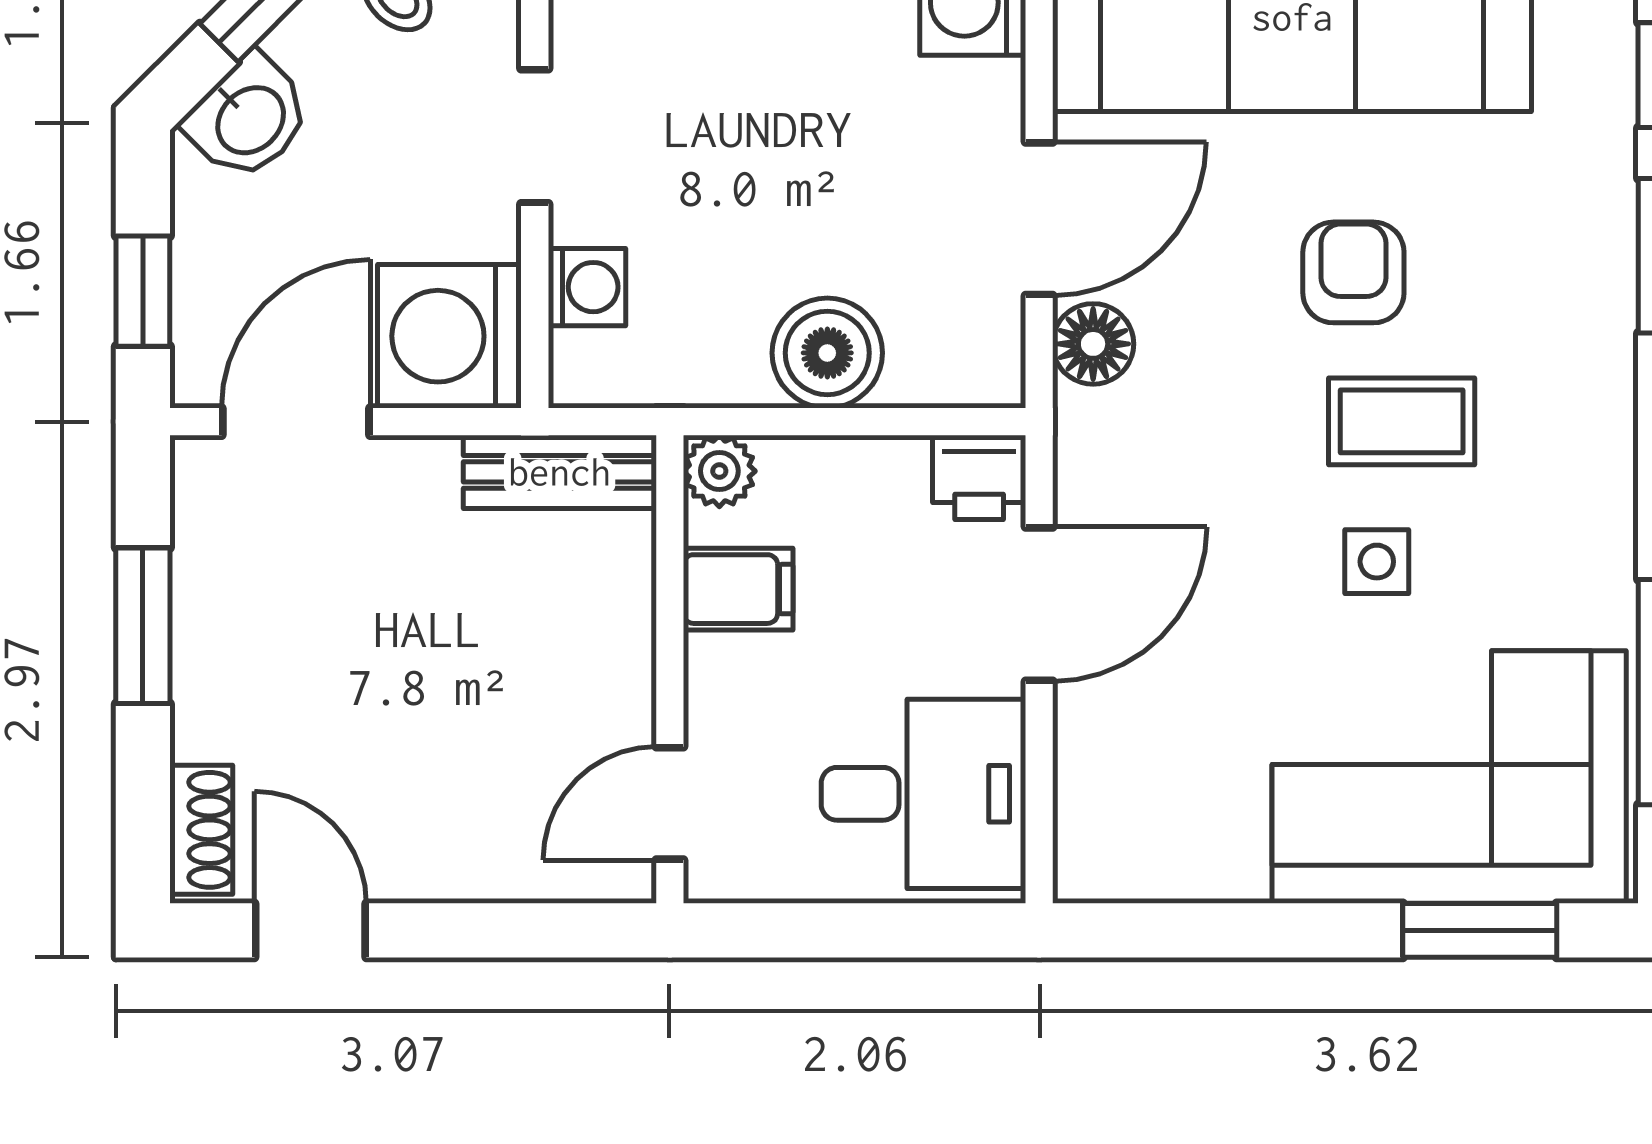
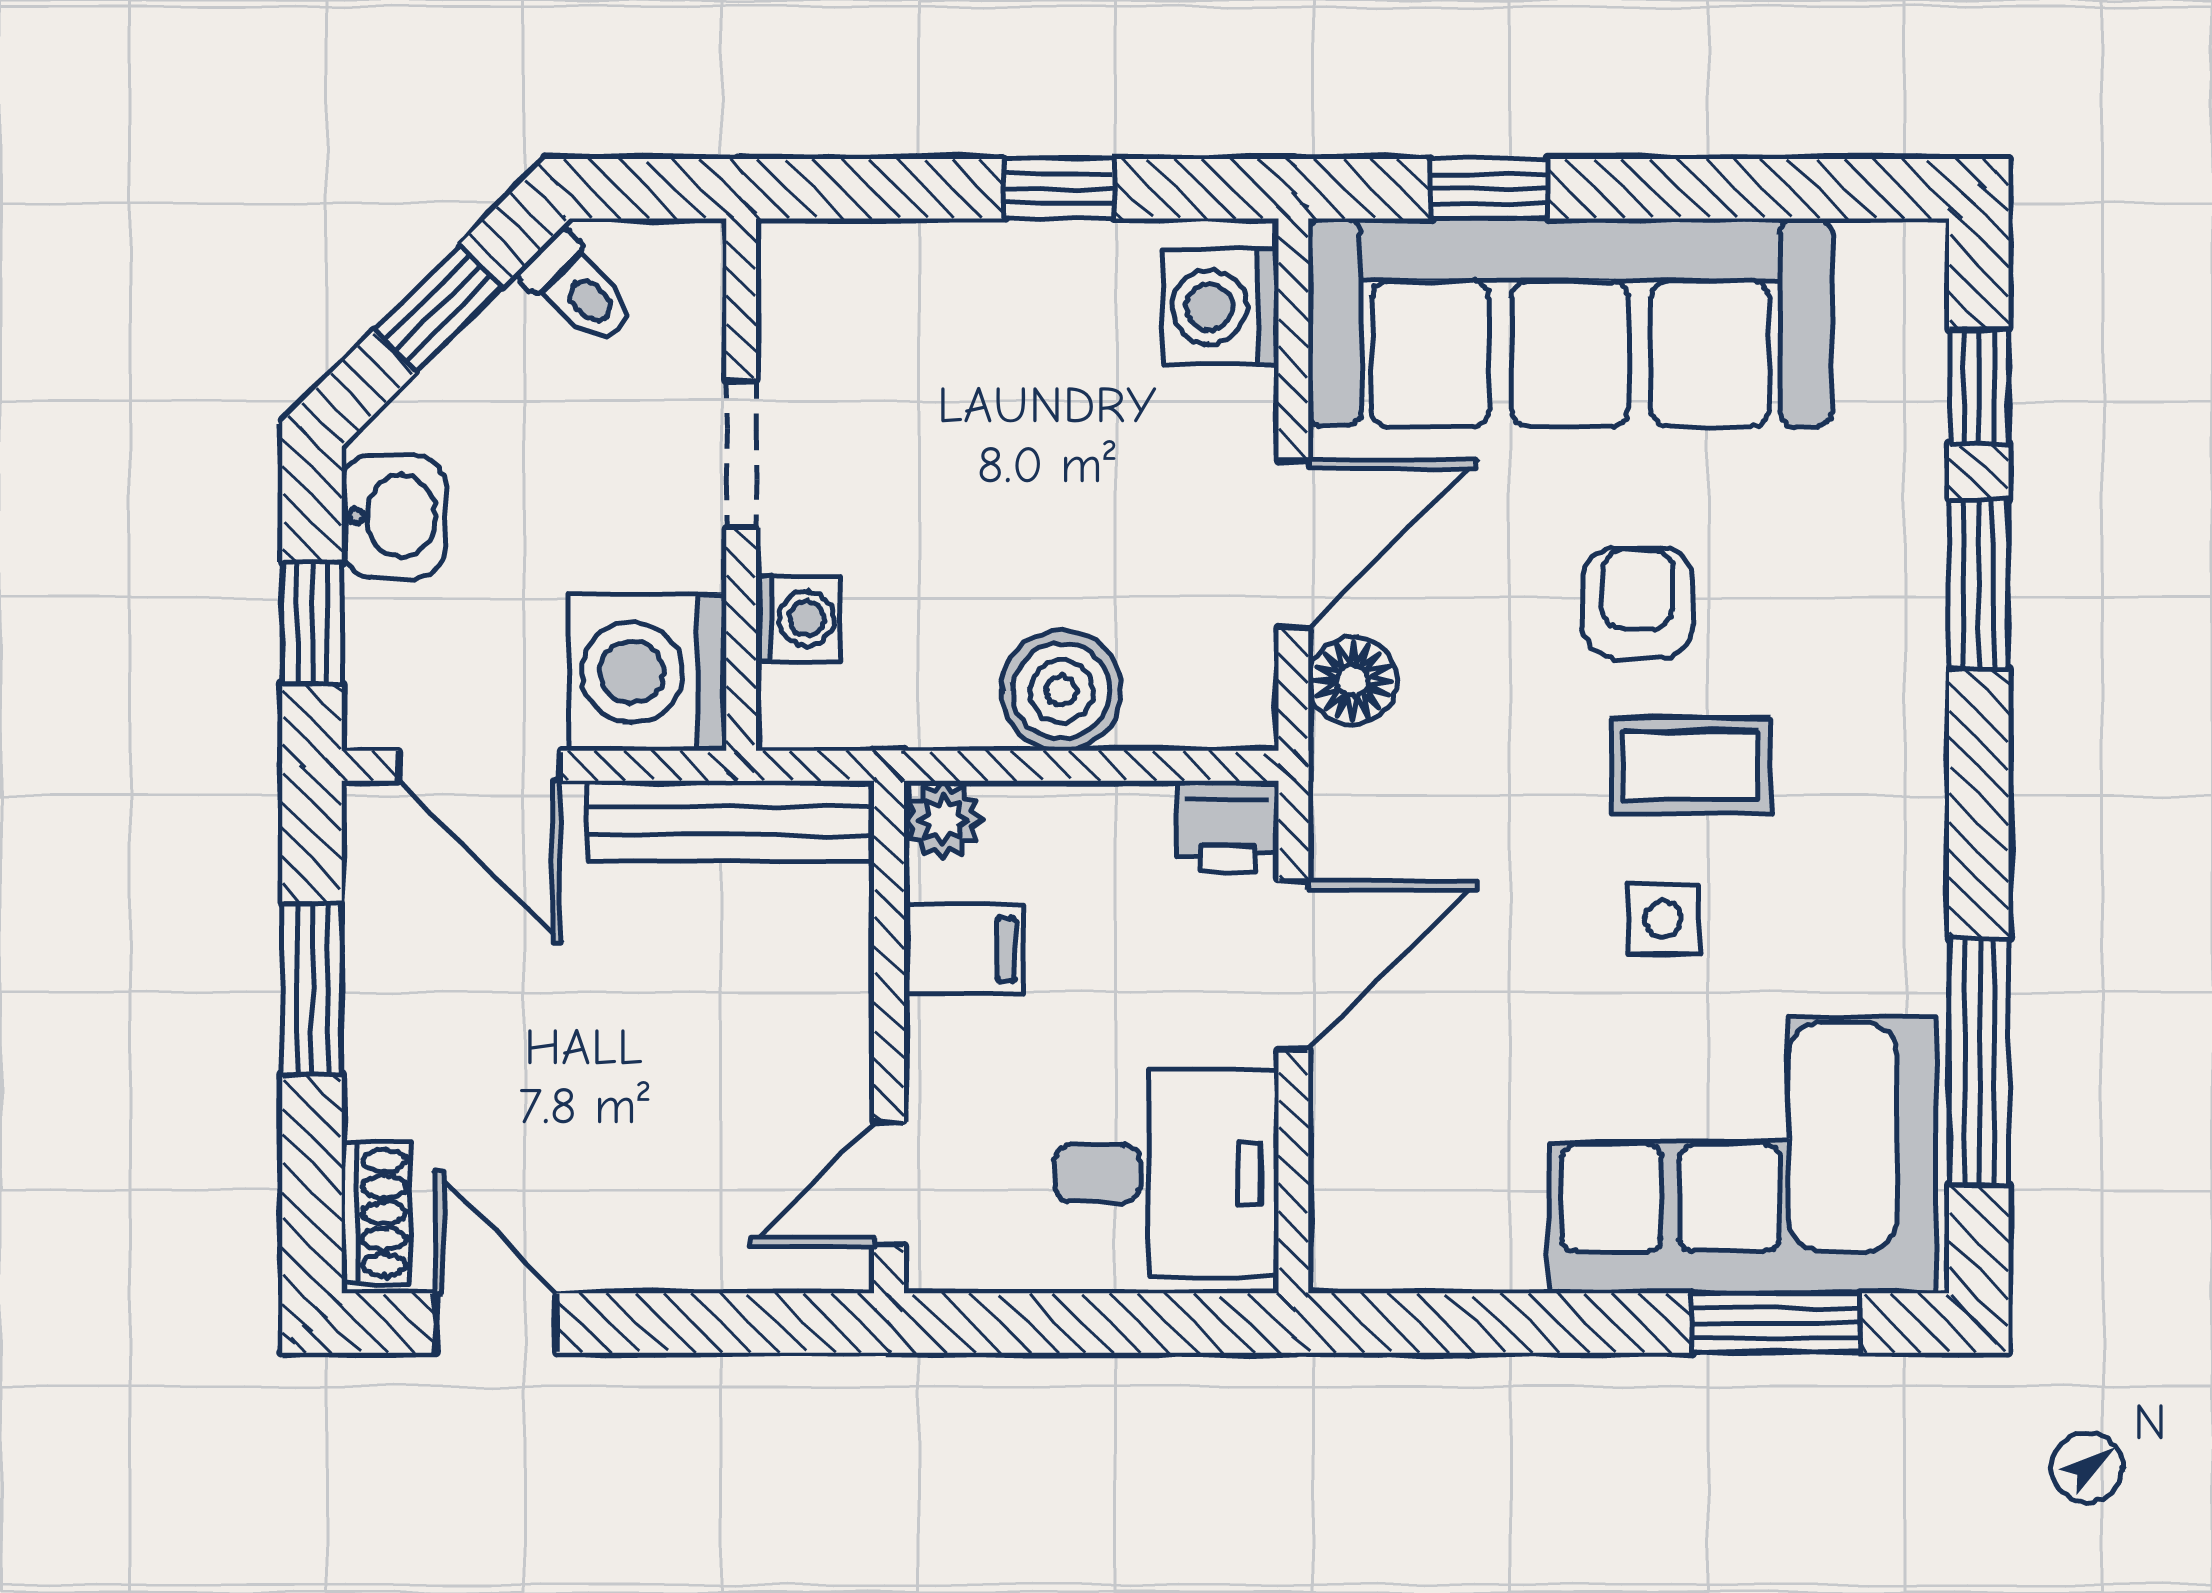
washbasin: (249, 118) -> (393, 516), moved, turned -45
door: (296, 422) -> (480, 766), swing flipped
bench: (560, 472) -> (730, 821), width x1.36

